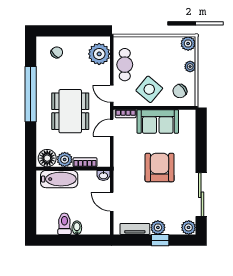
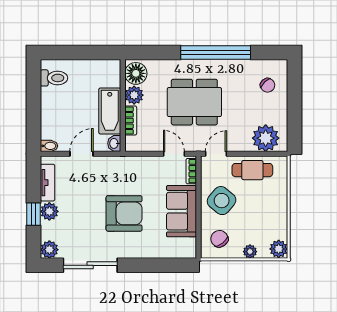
bathtub: (59, 179) -> (110, 111), moved
toilet: (64, 224) -> (54, 78), moved
bidet: (77, 228) -> (49, 146), moved

